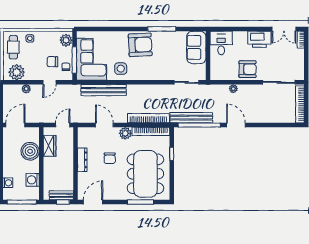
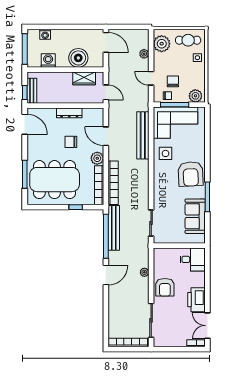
sofa: (196, 47) -> (195, 216), moved, turned -90
door: (104, 125) -> (106, 136), swing flipped

